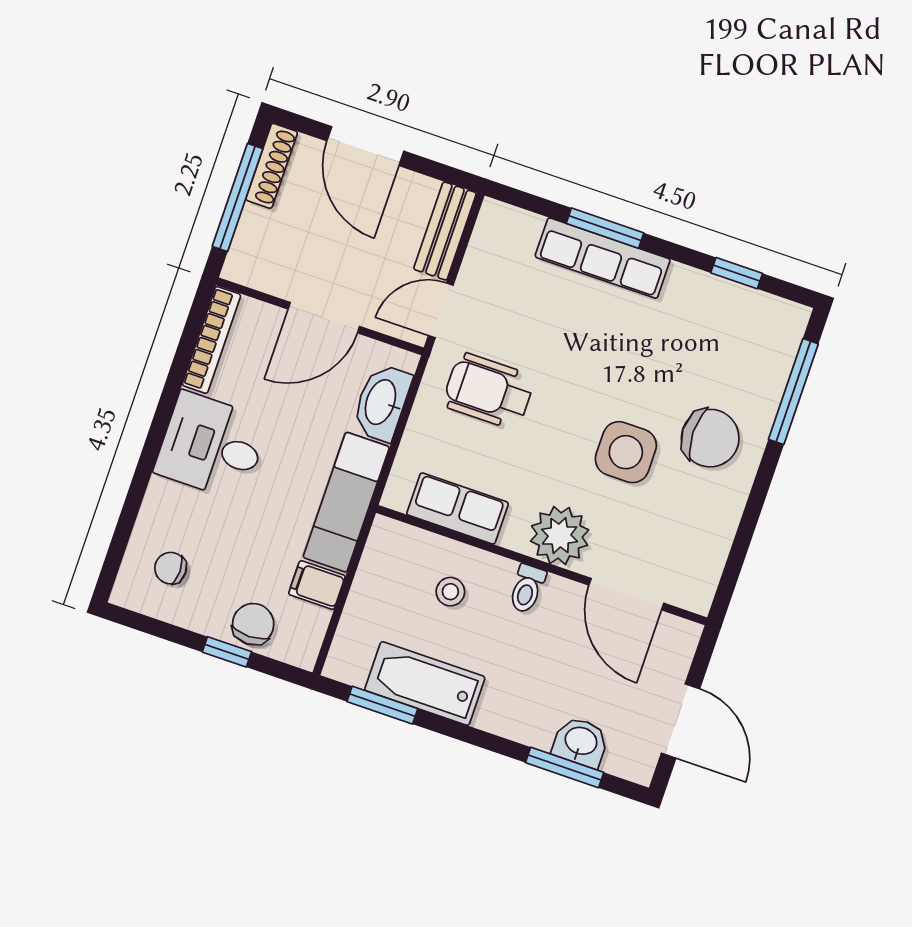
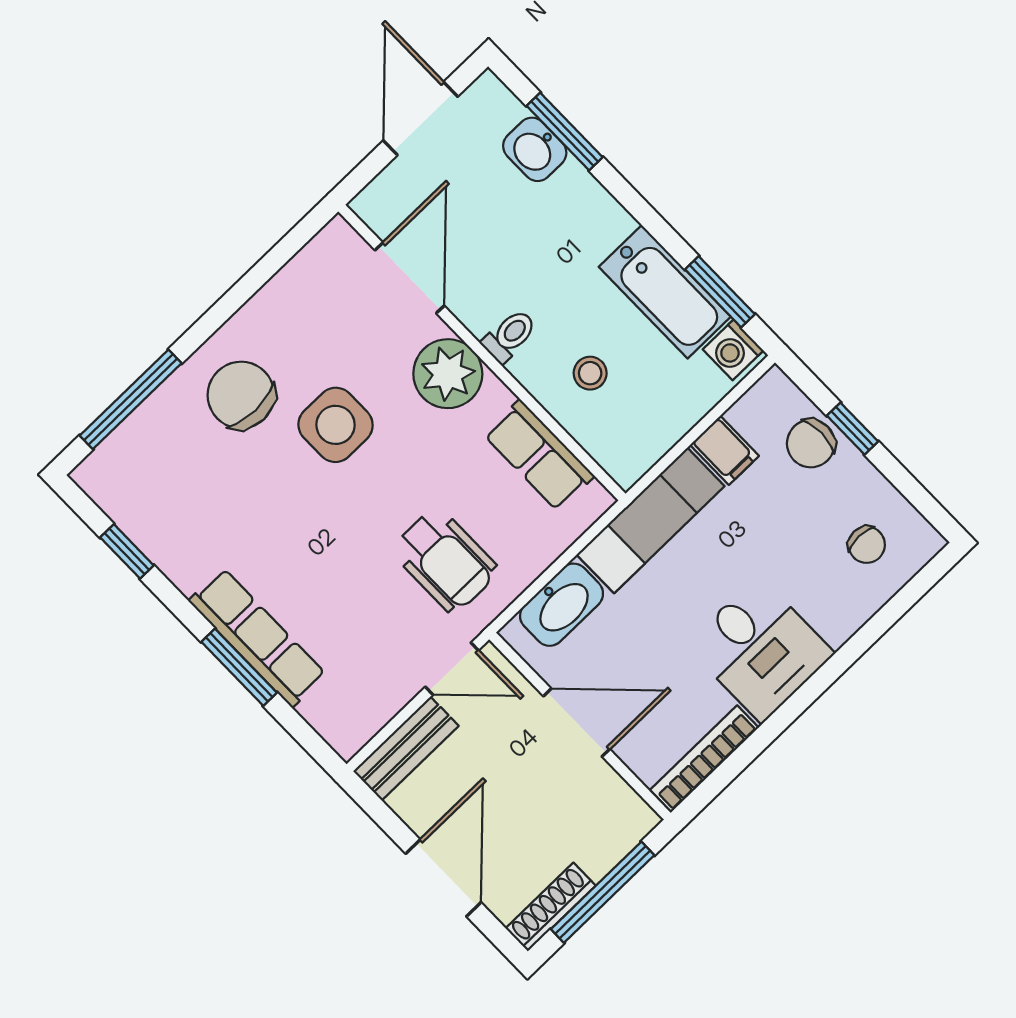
washing machine: (350, 666) -> (733, 350), added

